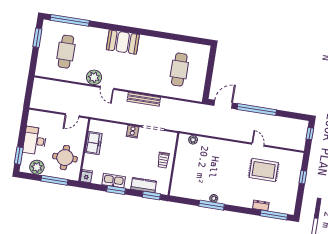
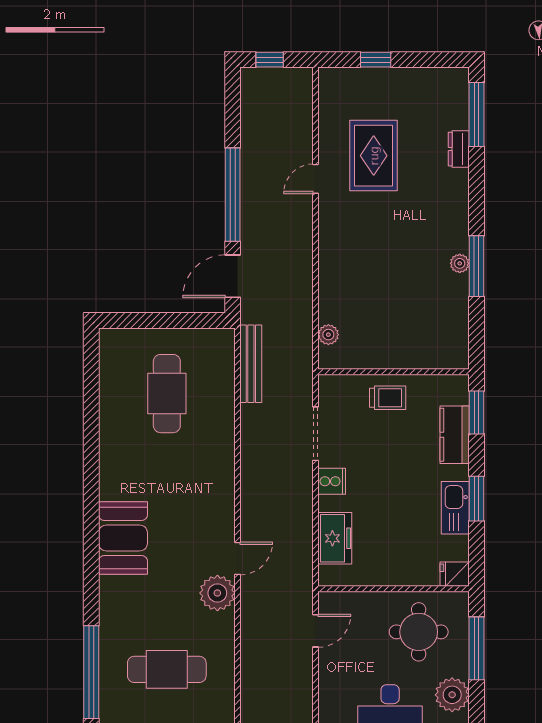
cafe table: (179, 70) -> (167, 394), turned 90
bench: (144, 99) -> (251, 364), moved
door: (223, 104) -> (233, 276), hinge flipped
door: (72, 115) -> (316, 631), hinge flipped
freezer: (94, 143) -> (335, 538), moved, turned 90

